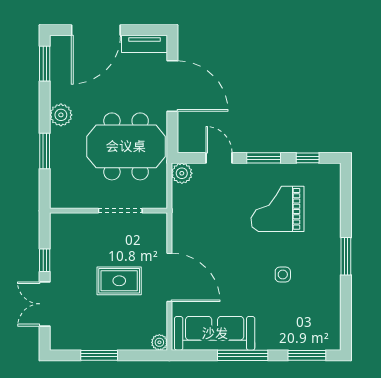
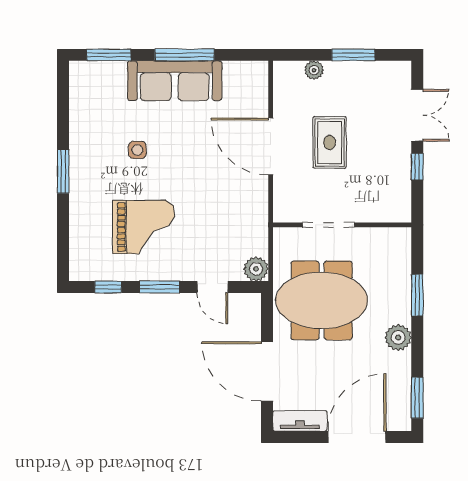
rug: (119, 281) -> (330, 143), turned 90
sofa: (215, 333) -> (175, 81), moved
plant: (159, 342) -> (314, 70), moved

